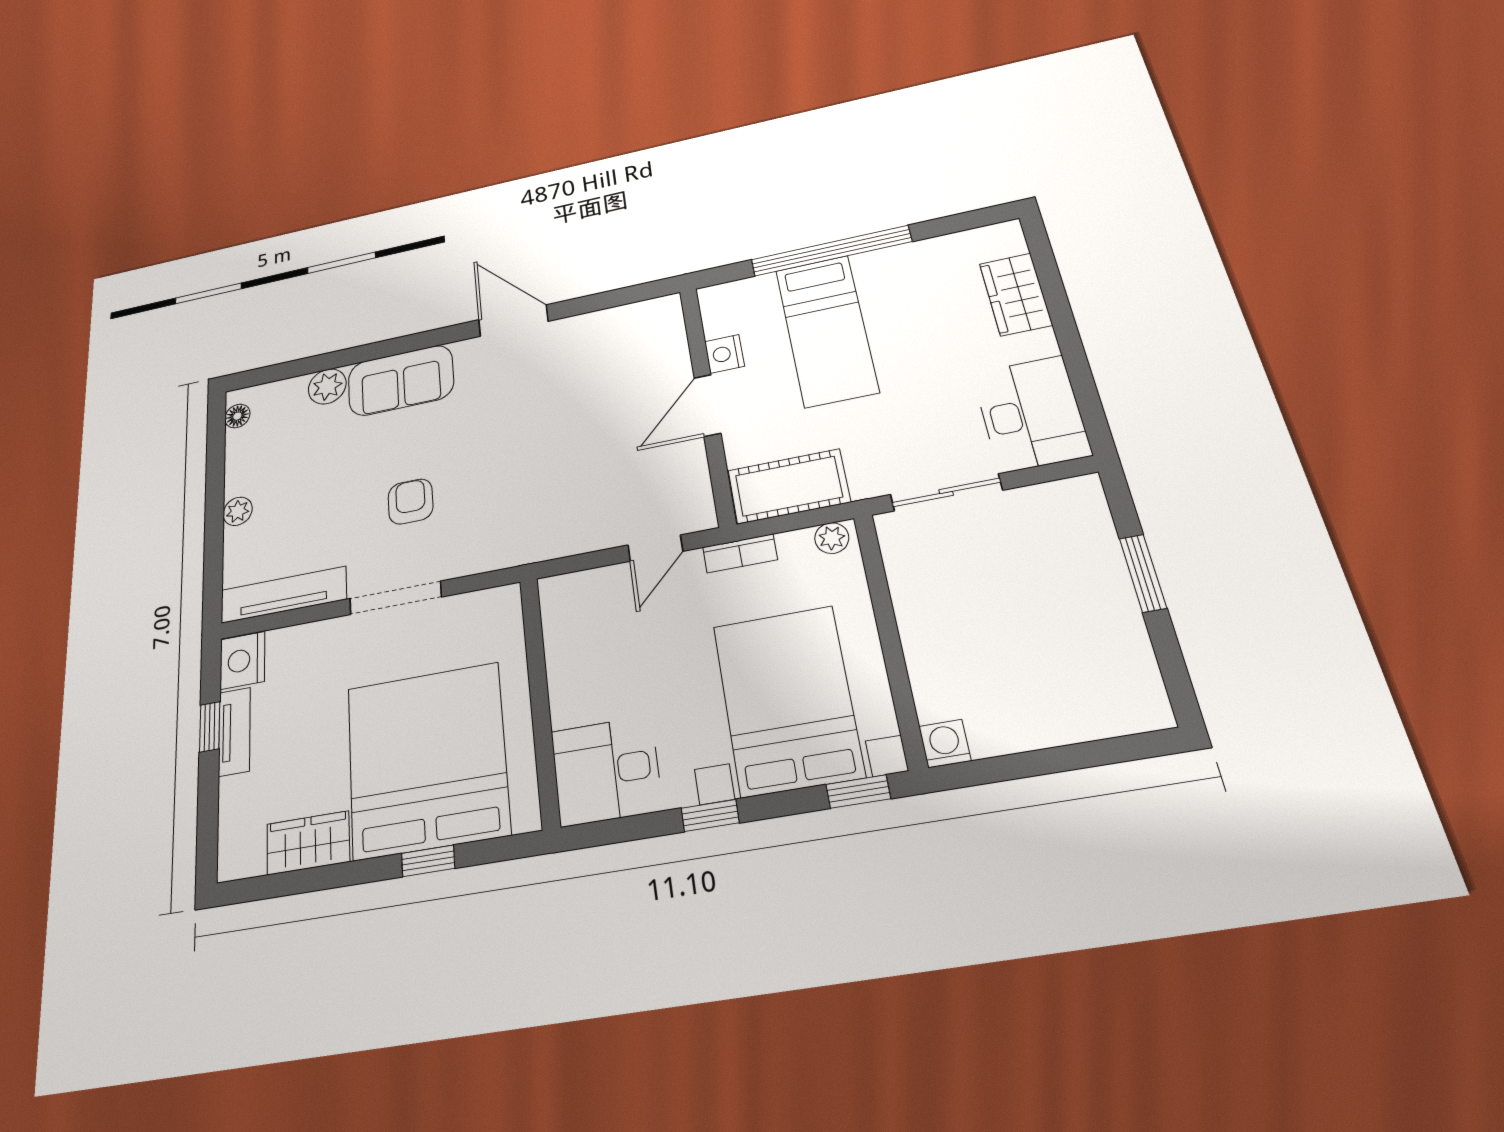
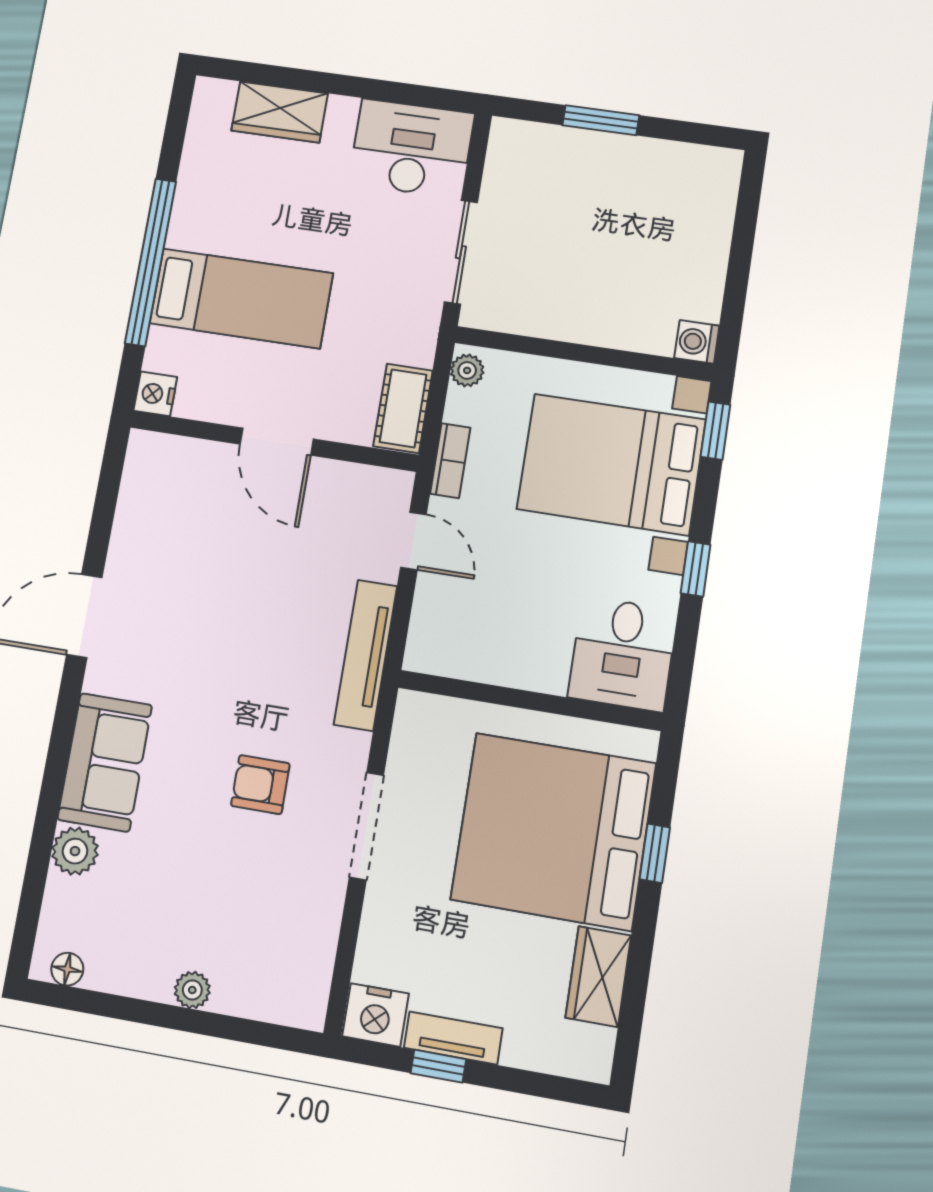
nightstand: (724, 354) -> (155, 394), moved, turned 90
cot: (789, 486) -> (403, 408), width x0.73, depth x0.75
tv unit: (283, 595) -> (365, 655), moved

